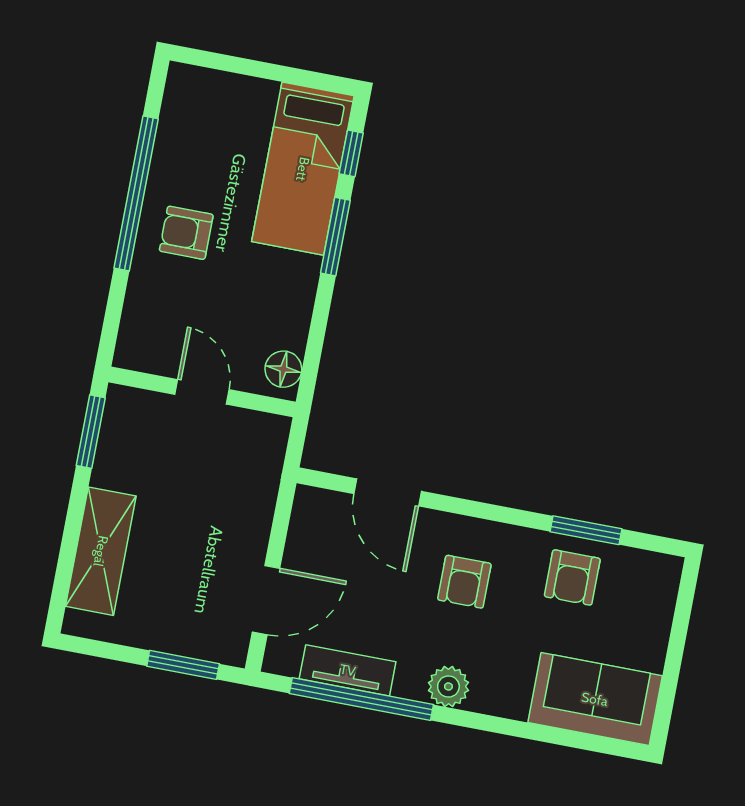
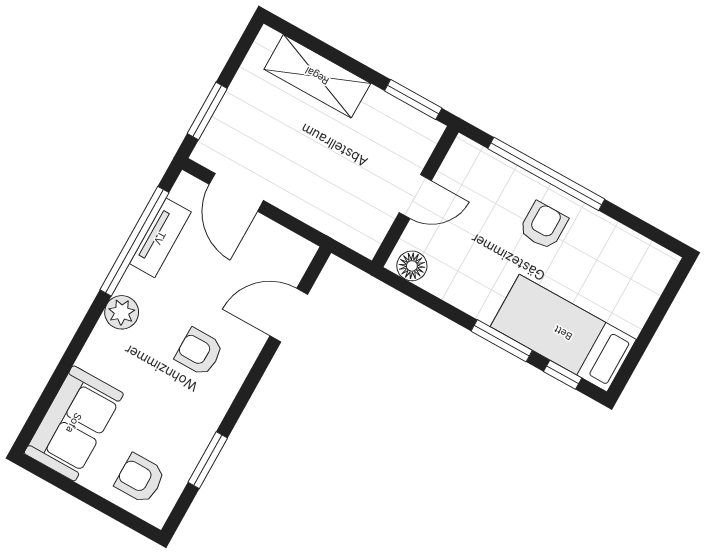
window: (136, 193) -> (546, 174), moved
armchair: (572, 577) -> (140, 478), moved

